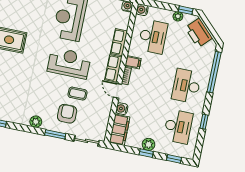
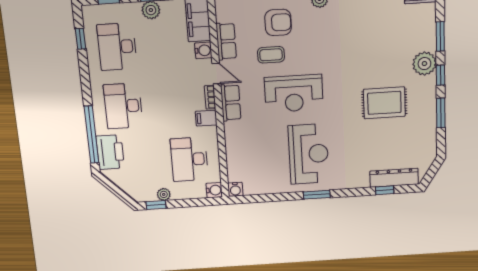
printer: (199, 33) -> (110, 152), moved, turned 45
row of seats: (119, 42) -> (226, 41), moved
desk: (186, 86) -> (123, 106), turned 180
armchair: (67, 114) -> (278, 22), turned -90
window: (204, 122) -> (81, 39), moved

